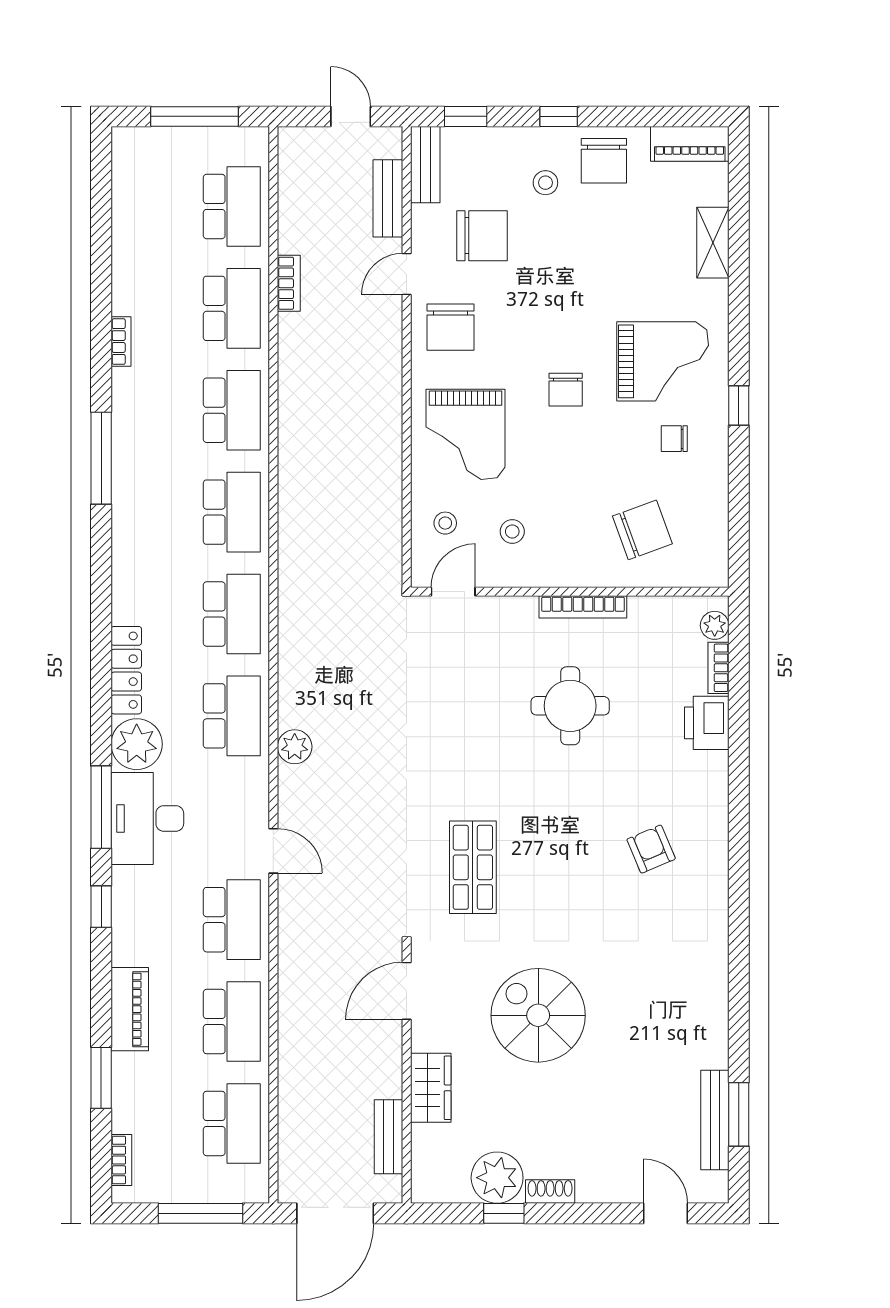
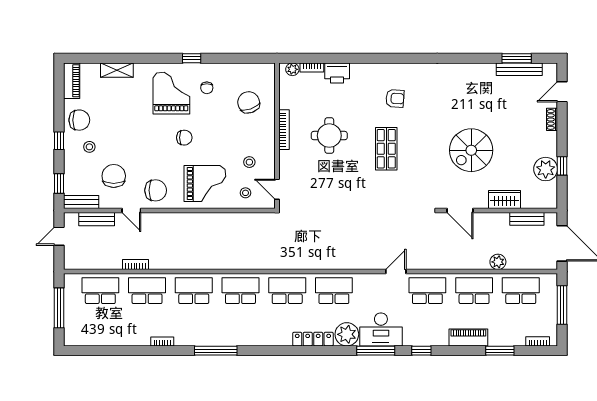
plant: (295, 747) -> (498, 262), moved
armchair: (651, 849) -> (395, 98), turned -153
shop shelf: (473, 867) -> (386, 149), moved, turned 90
shoe rack: (550, 1192) -> (552, 119), moved

